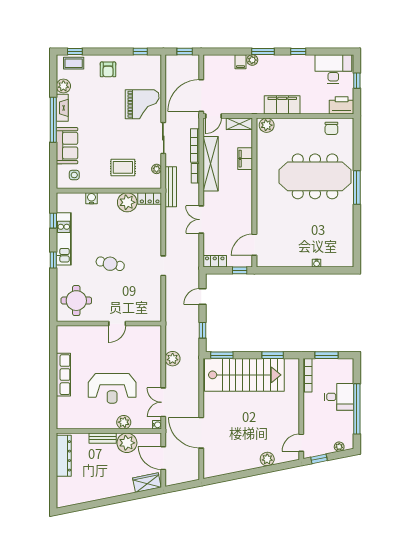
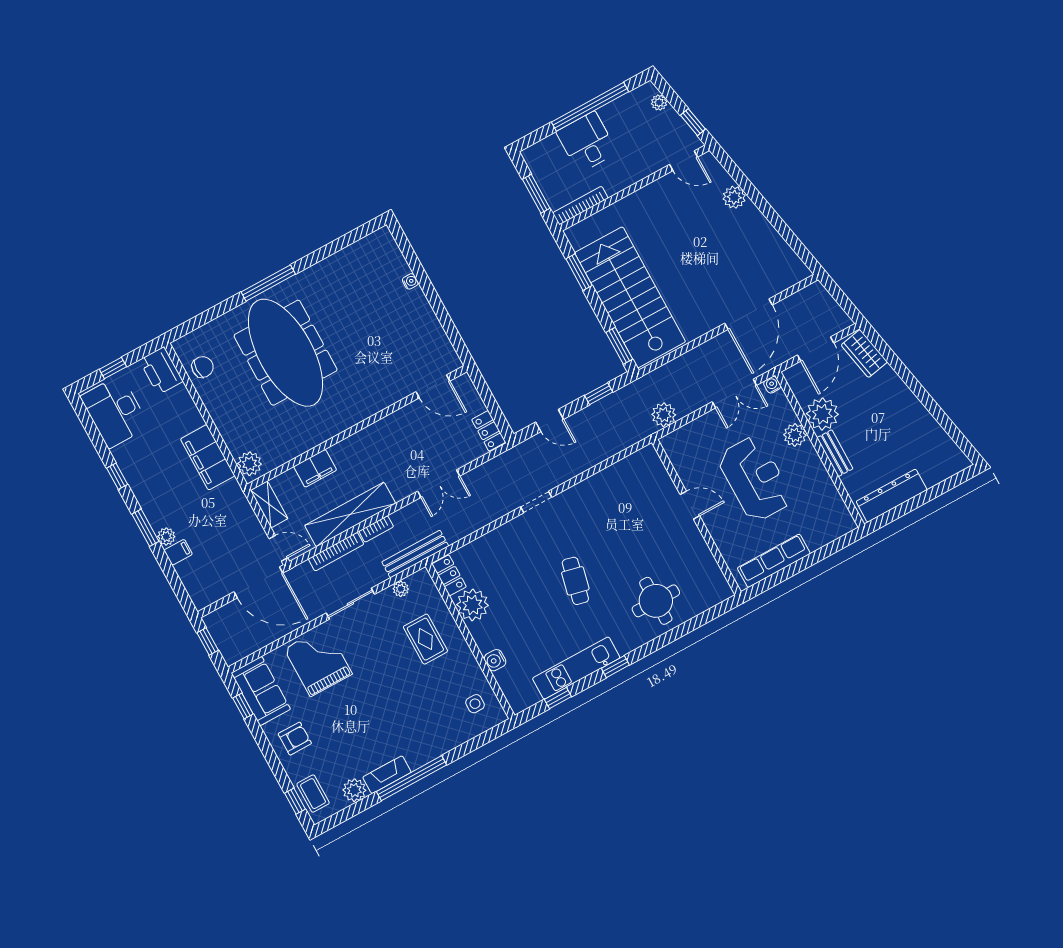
sofa: (67, 146) -> (261, 691), moved, turned 90
window: (240, 270) -> (482, 388), removed
wall: (109, 324) -> (696, 517), moved
door: (117, 324) -> (690, 505), moved

